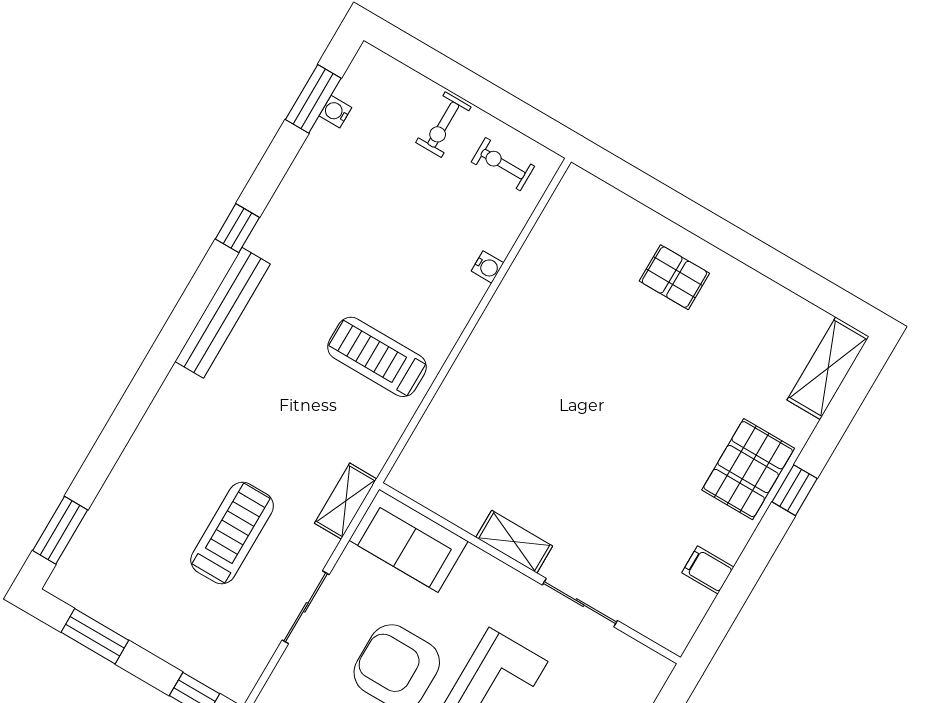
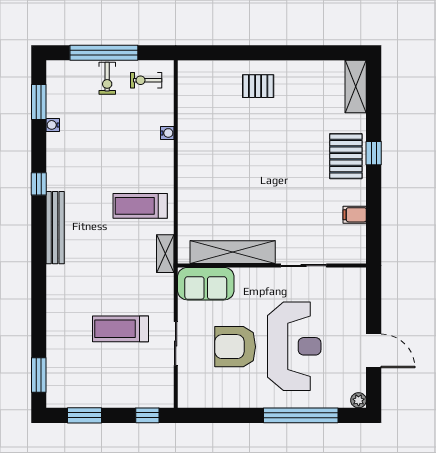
window: (462, 82) -> (104, 53), added
water cooler: (335, 112) -> (53, 125), moved
shelving: (346, 501) -> (165, 254), moved
treadmill: (232, 533) -> (121, 329), turned -90
shelving: (514, 542) -> (233, 252), width x2.20, depth x1.33

